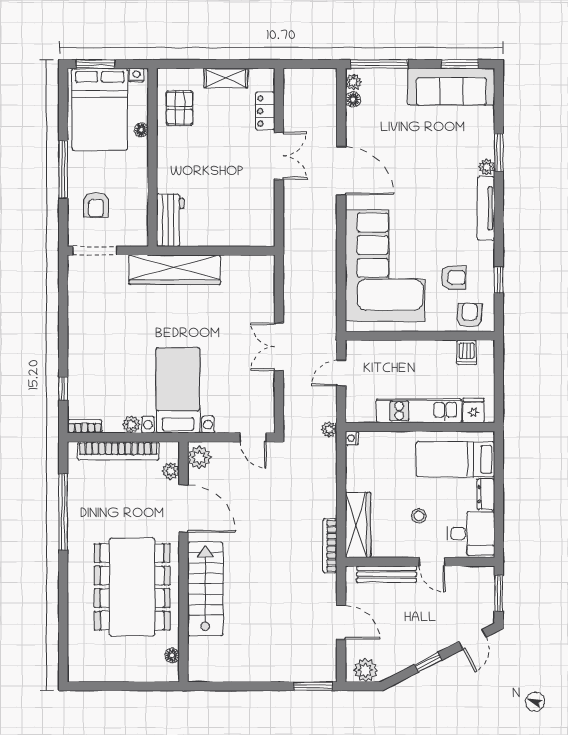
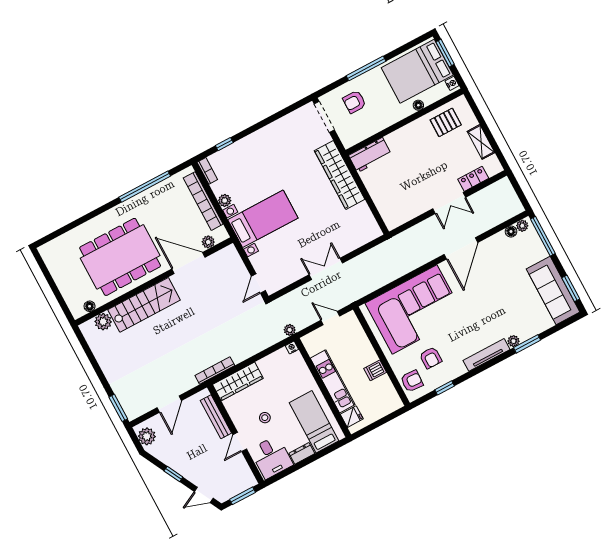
dishwasher: (467, 352) -> (375, 370), moved
plant: (199, 457) -> (103, 322), moved
door: (184, 509) -> (188, 263), swing flipped

